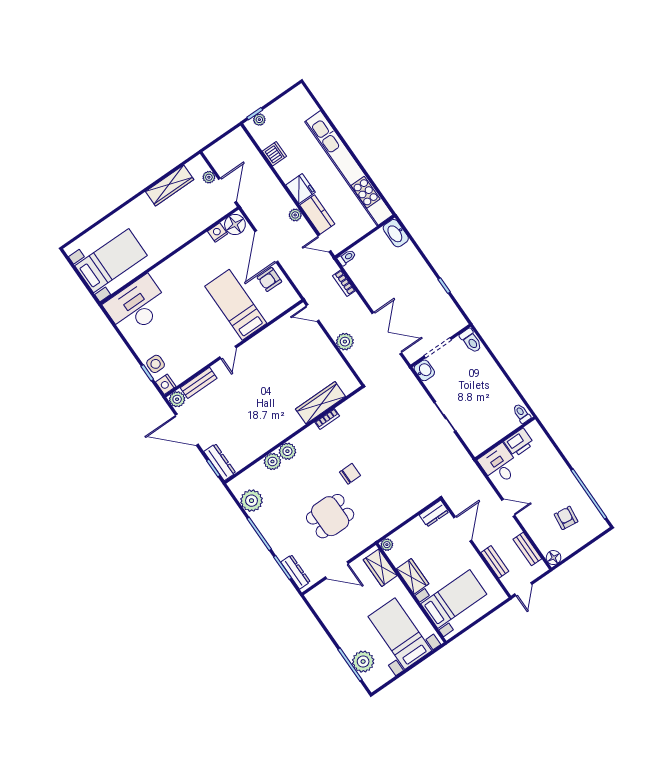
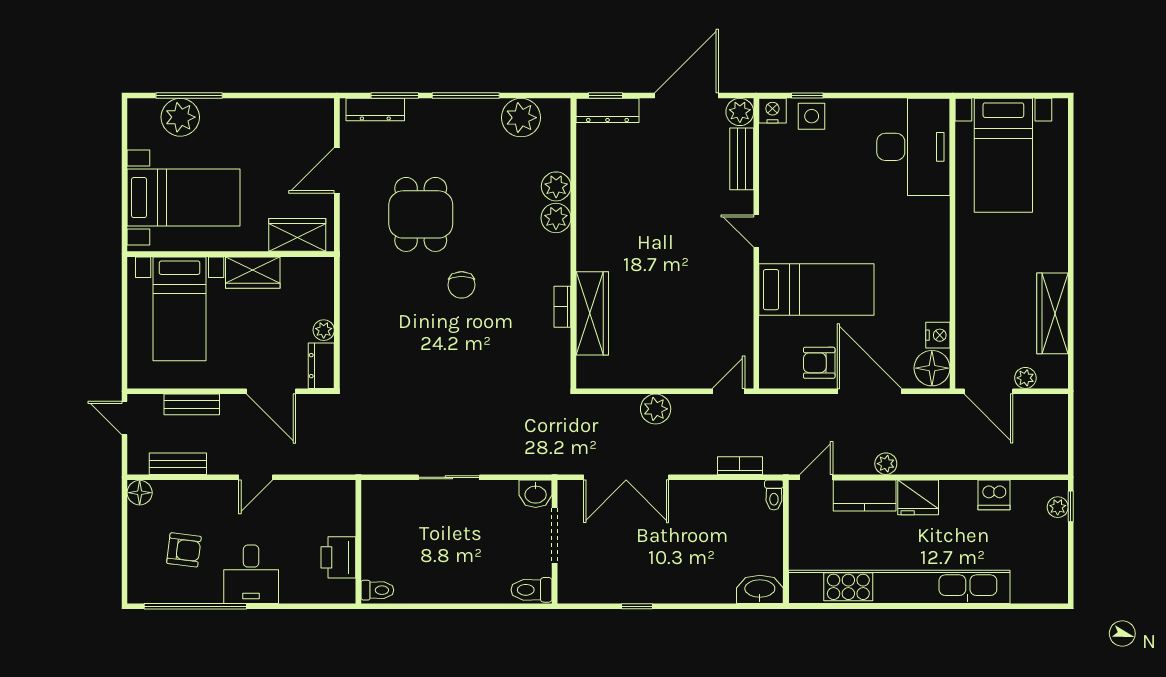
armchair: (269, 280) -> (819, 363), turned -90
desk: (499, 465) -> (251, 574), moved, turned 90
plant: (387, 545) -> (324, 330), moved

